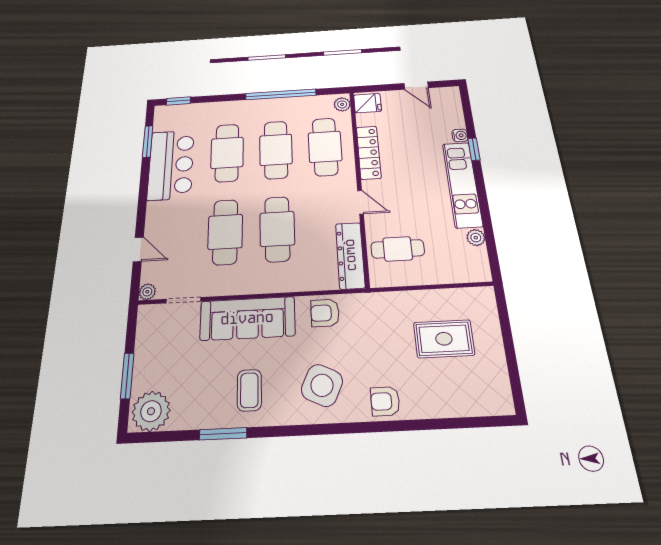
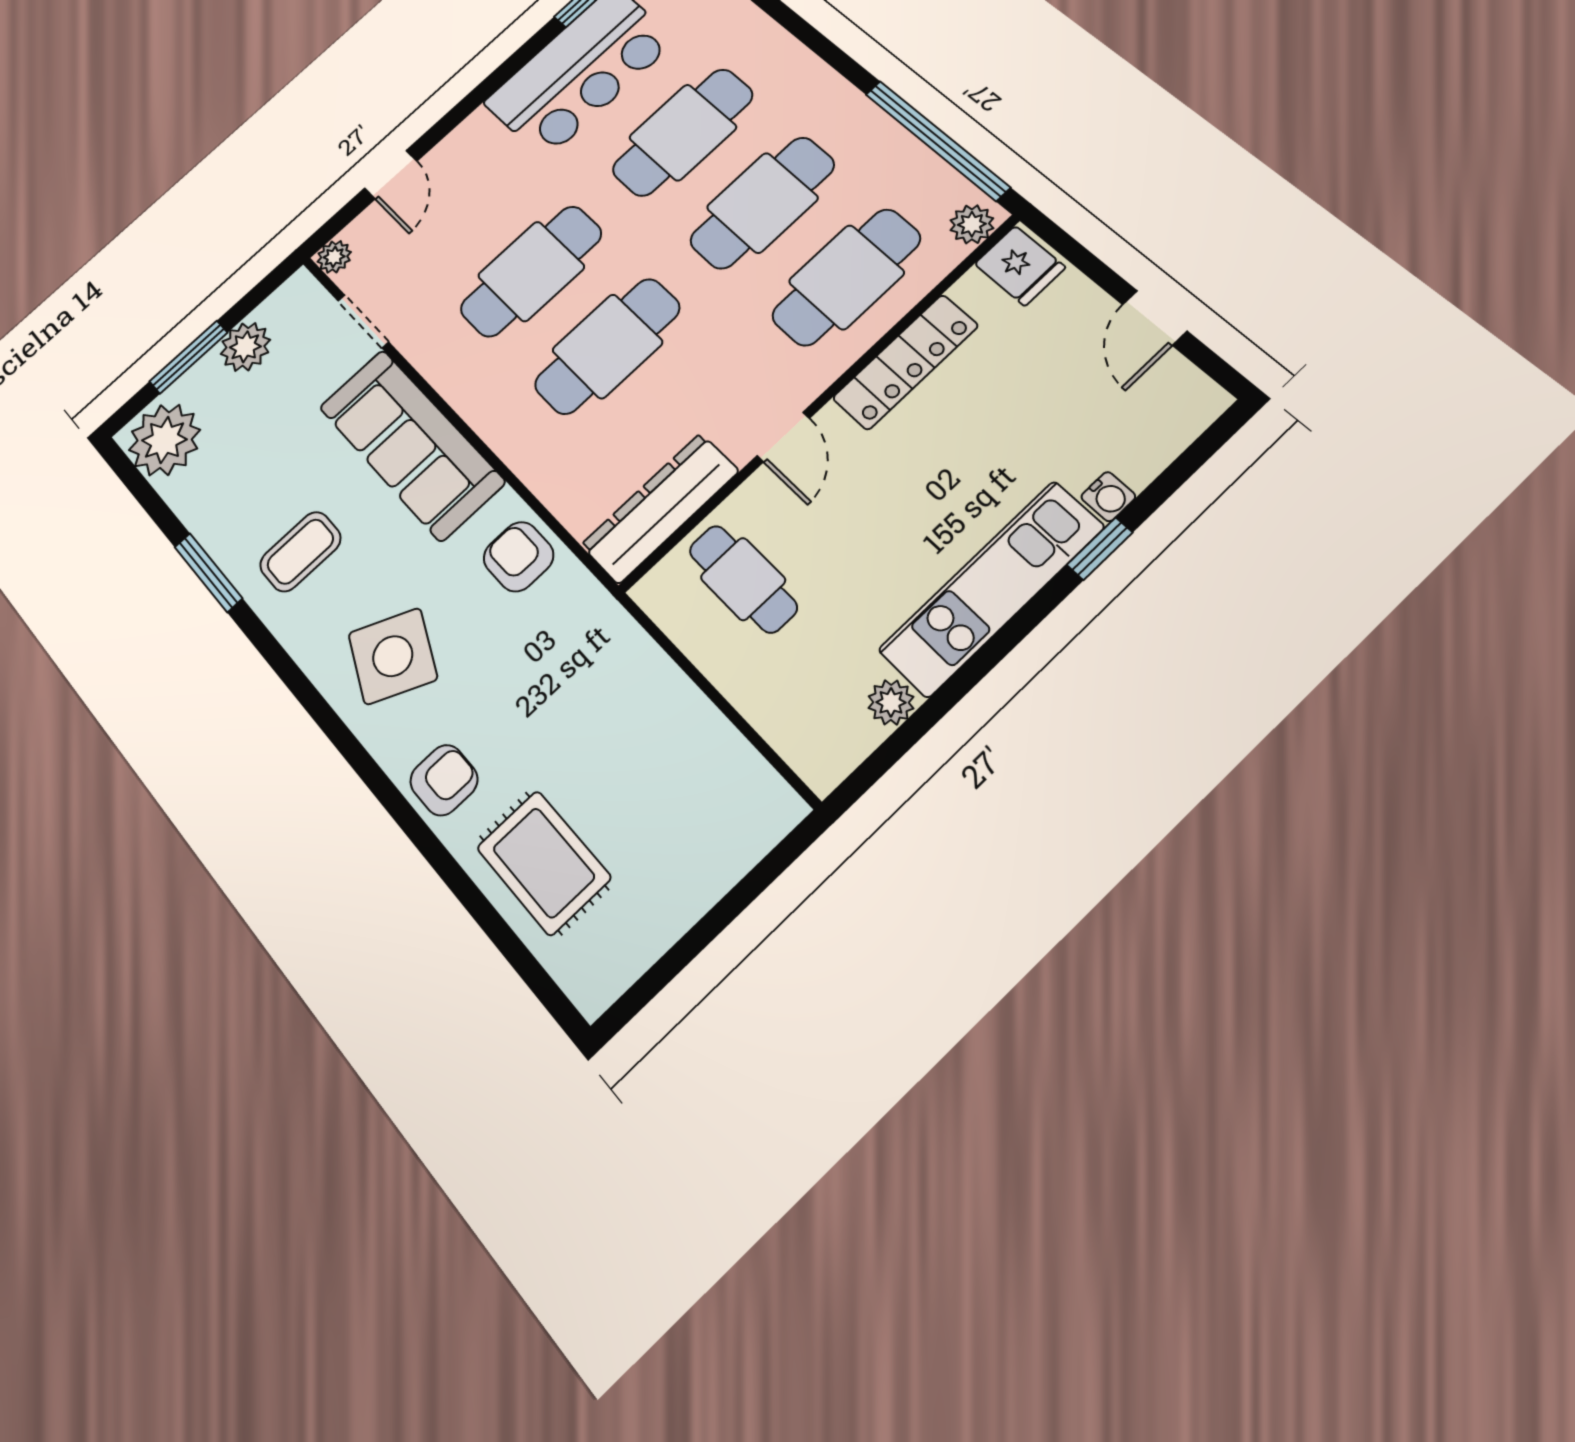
window: (281, 94) -> (937, 140), moved
rug: (444, 339) -> (544, 863), moved
plant: (147, 351) -> (245, 347), added
armchair: (385, 401) -> (444, 780), turned 90

